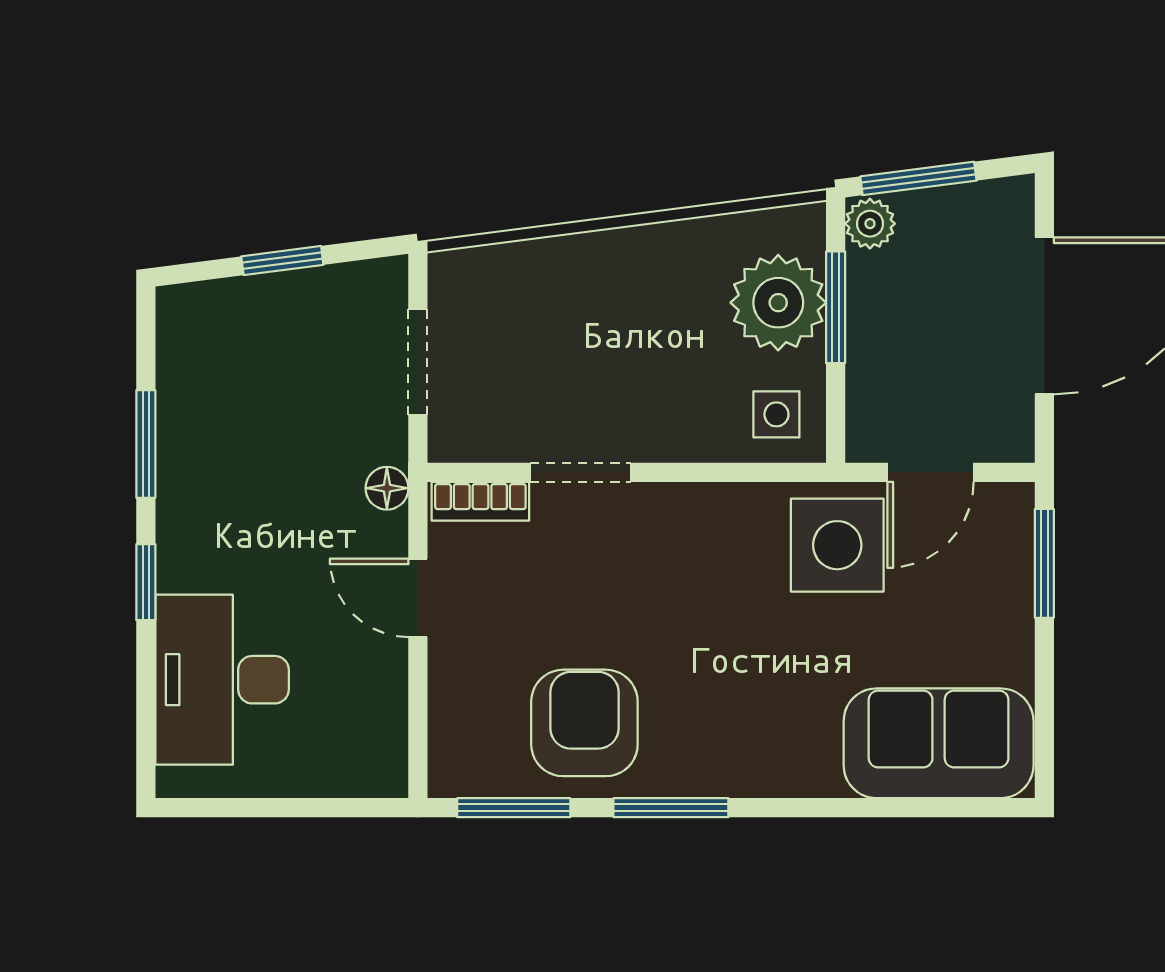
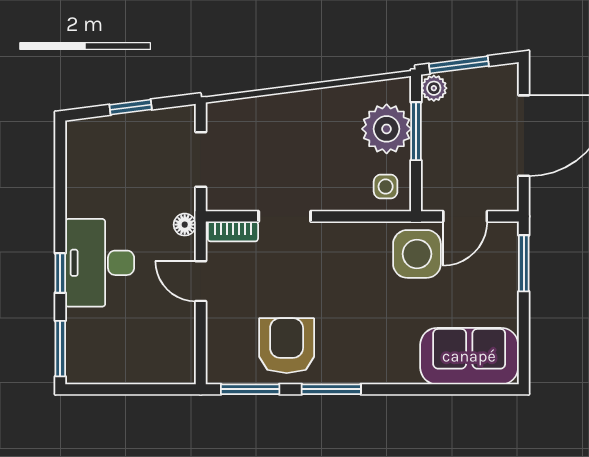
window: (146, 444) -> (60, 349), moved
desk: (222, 680) -> (100, 263), moved

